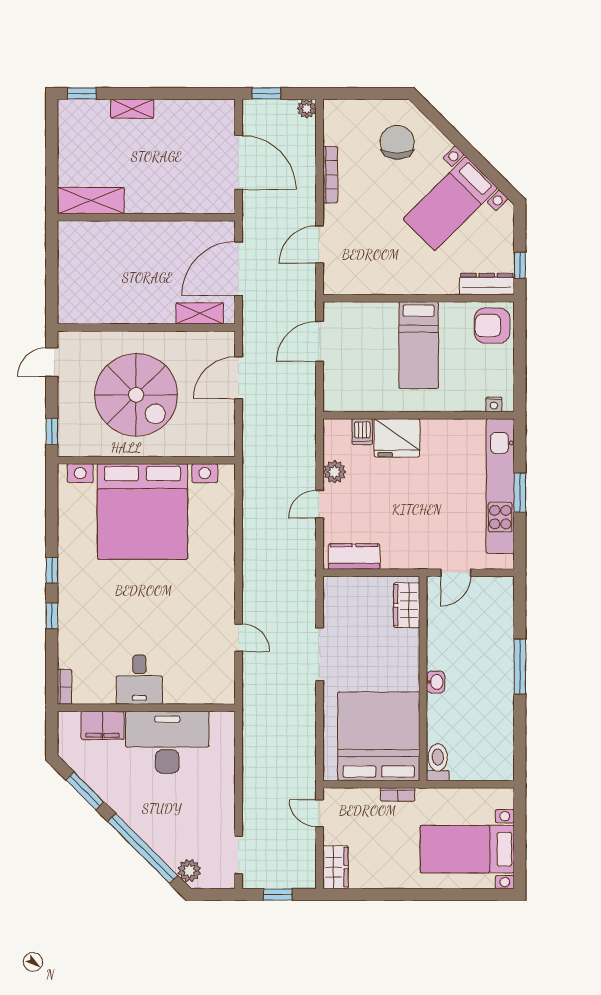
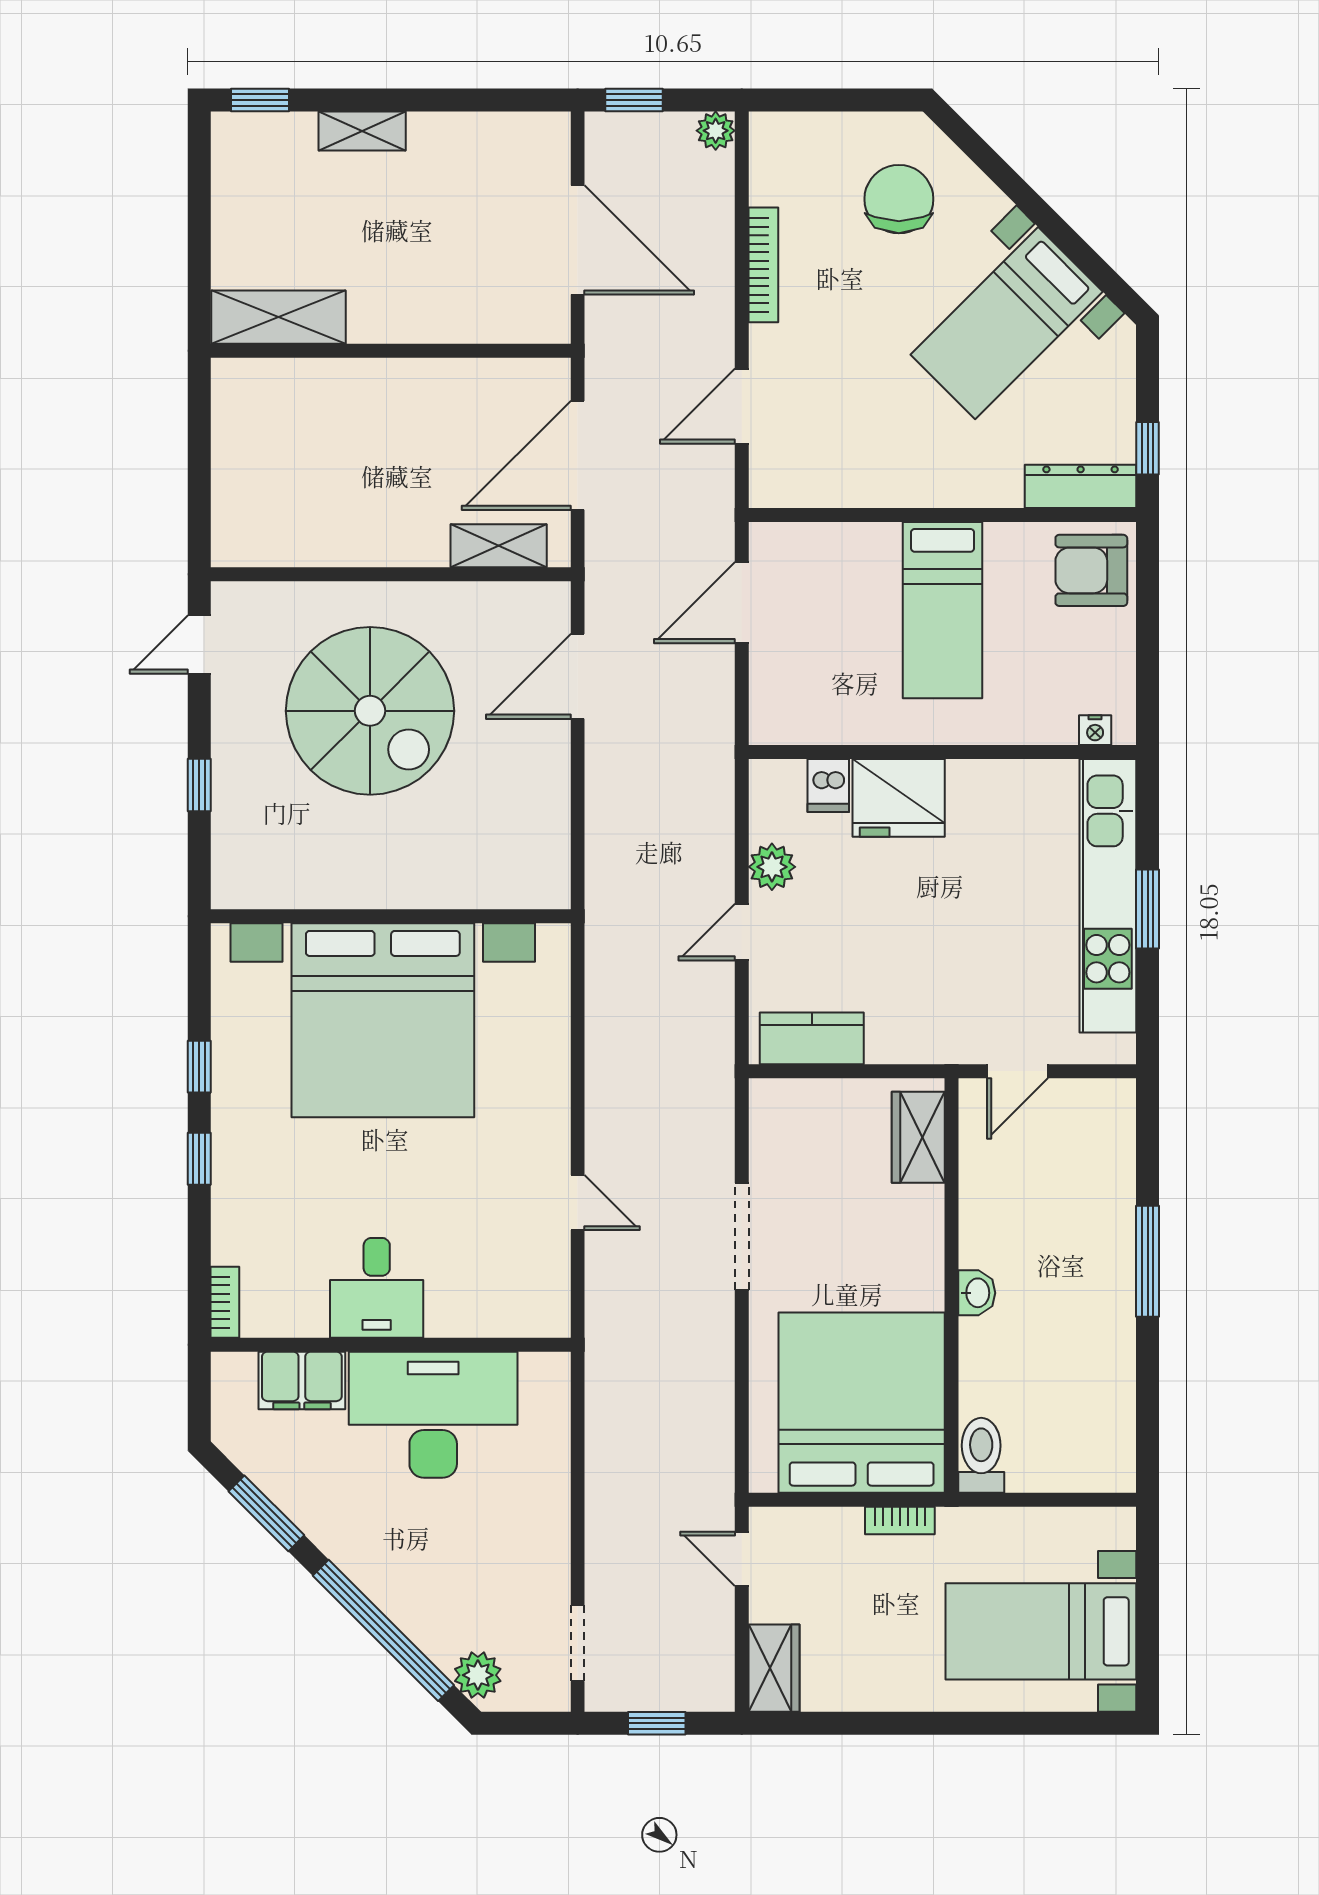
wall: (146, 460) -> (391, 916), moved
bed with nightstands: (142, 512) -> (383, 1020), moved

